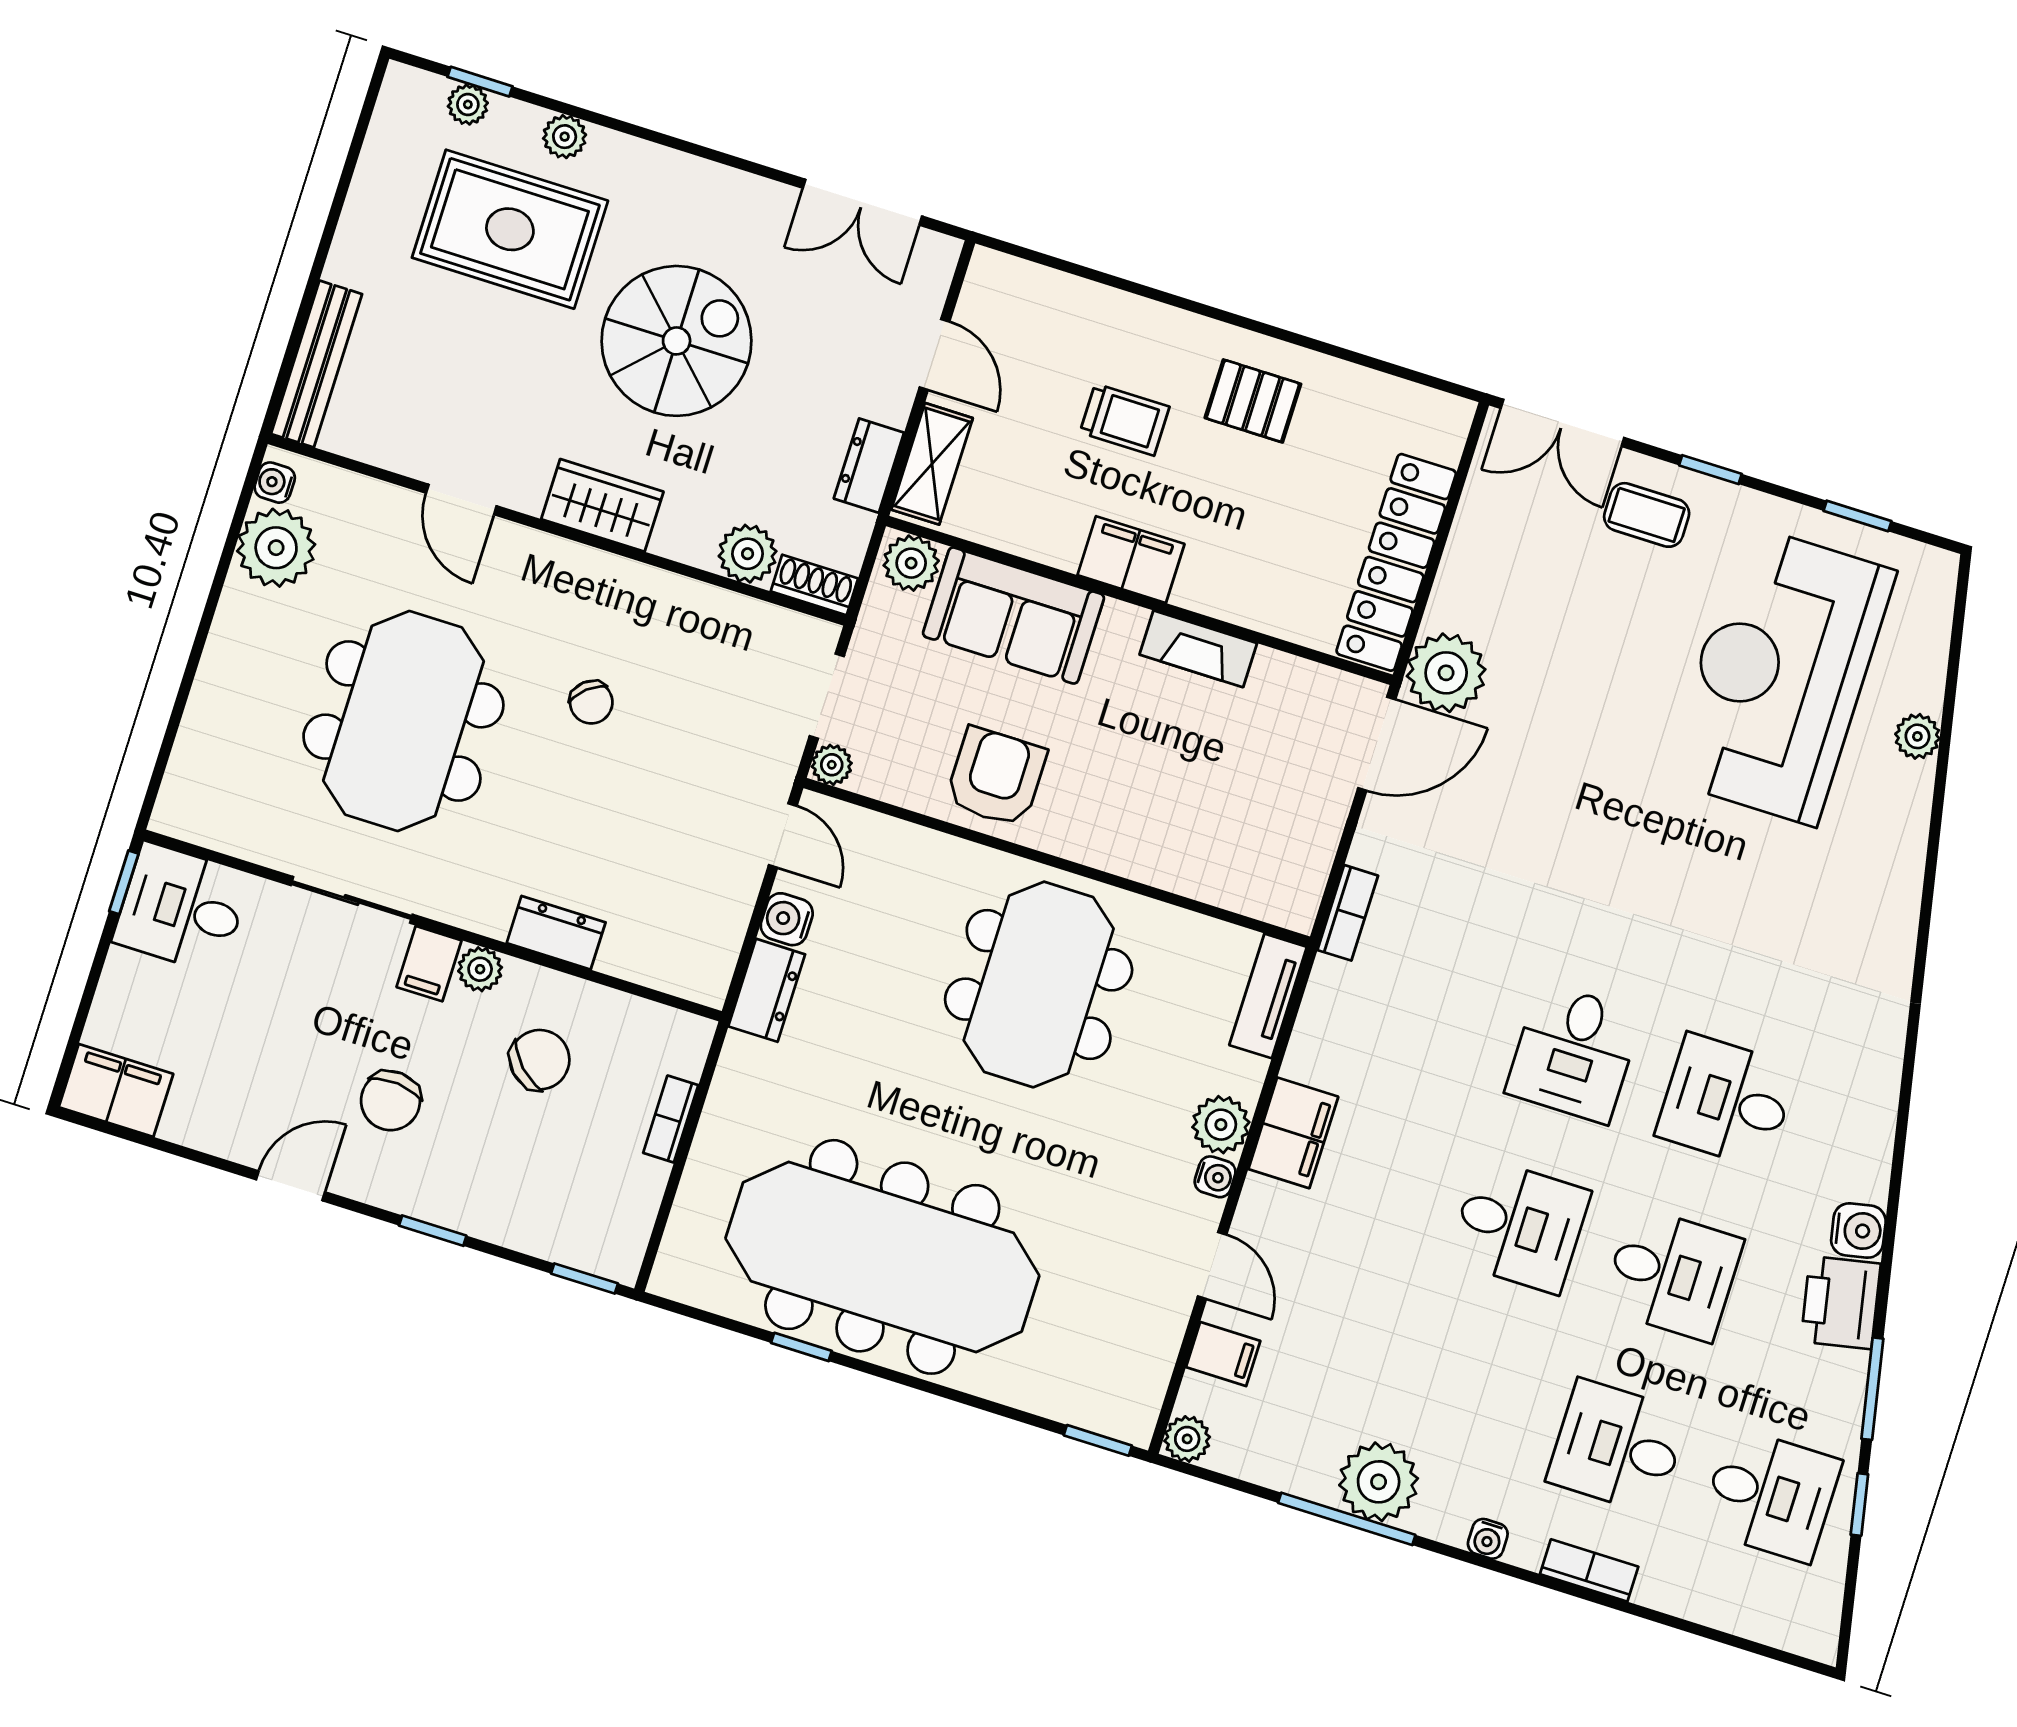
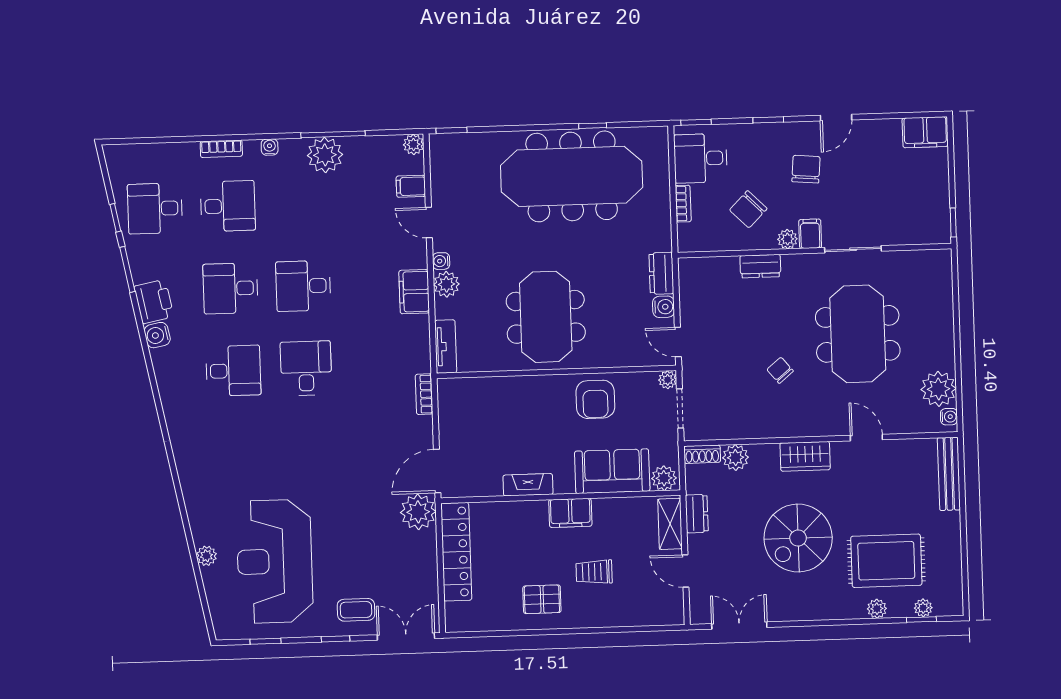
reception desk: (1780, 675) -> (275, 561), turned 180
desk: (182, 908) -> (700, 158), moved, turned 180

